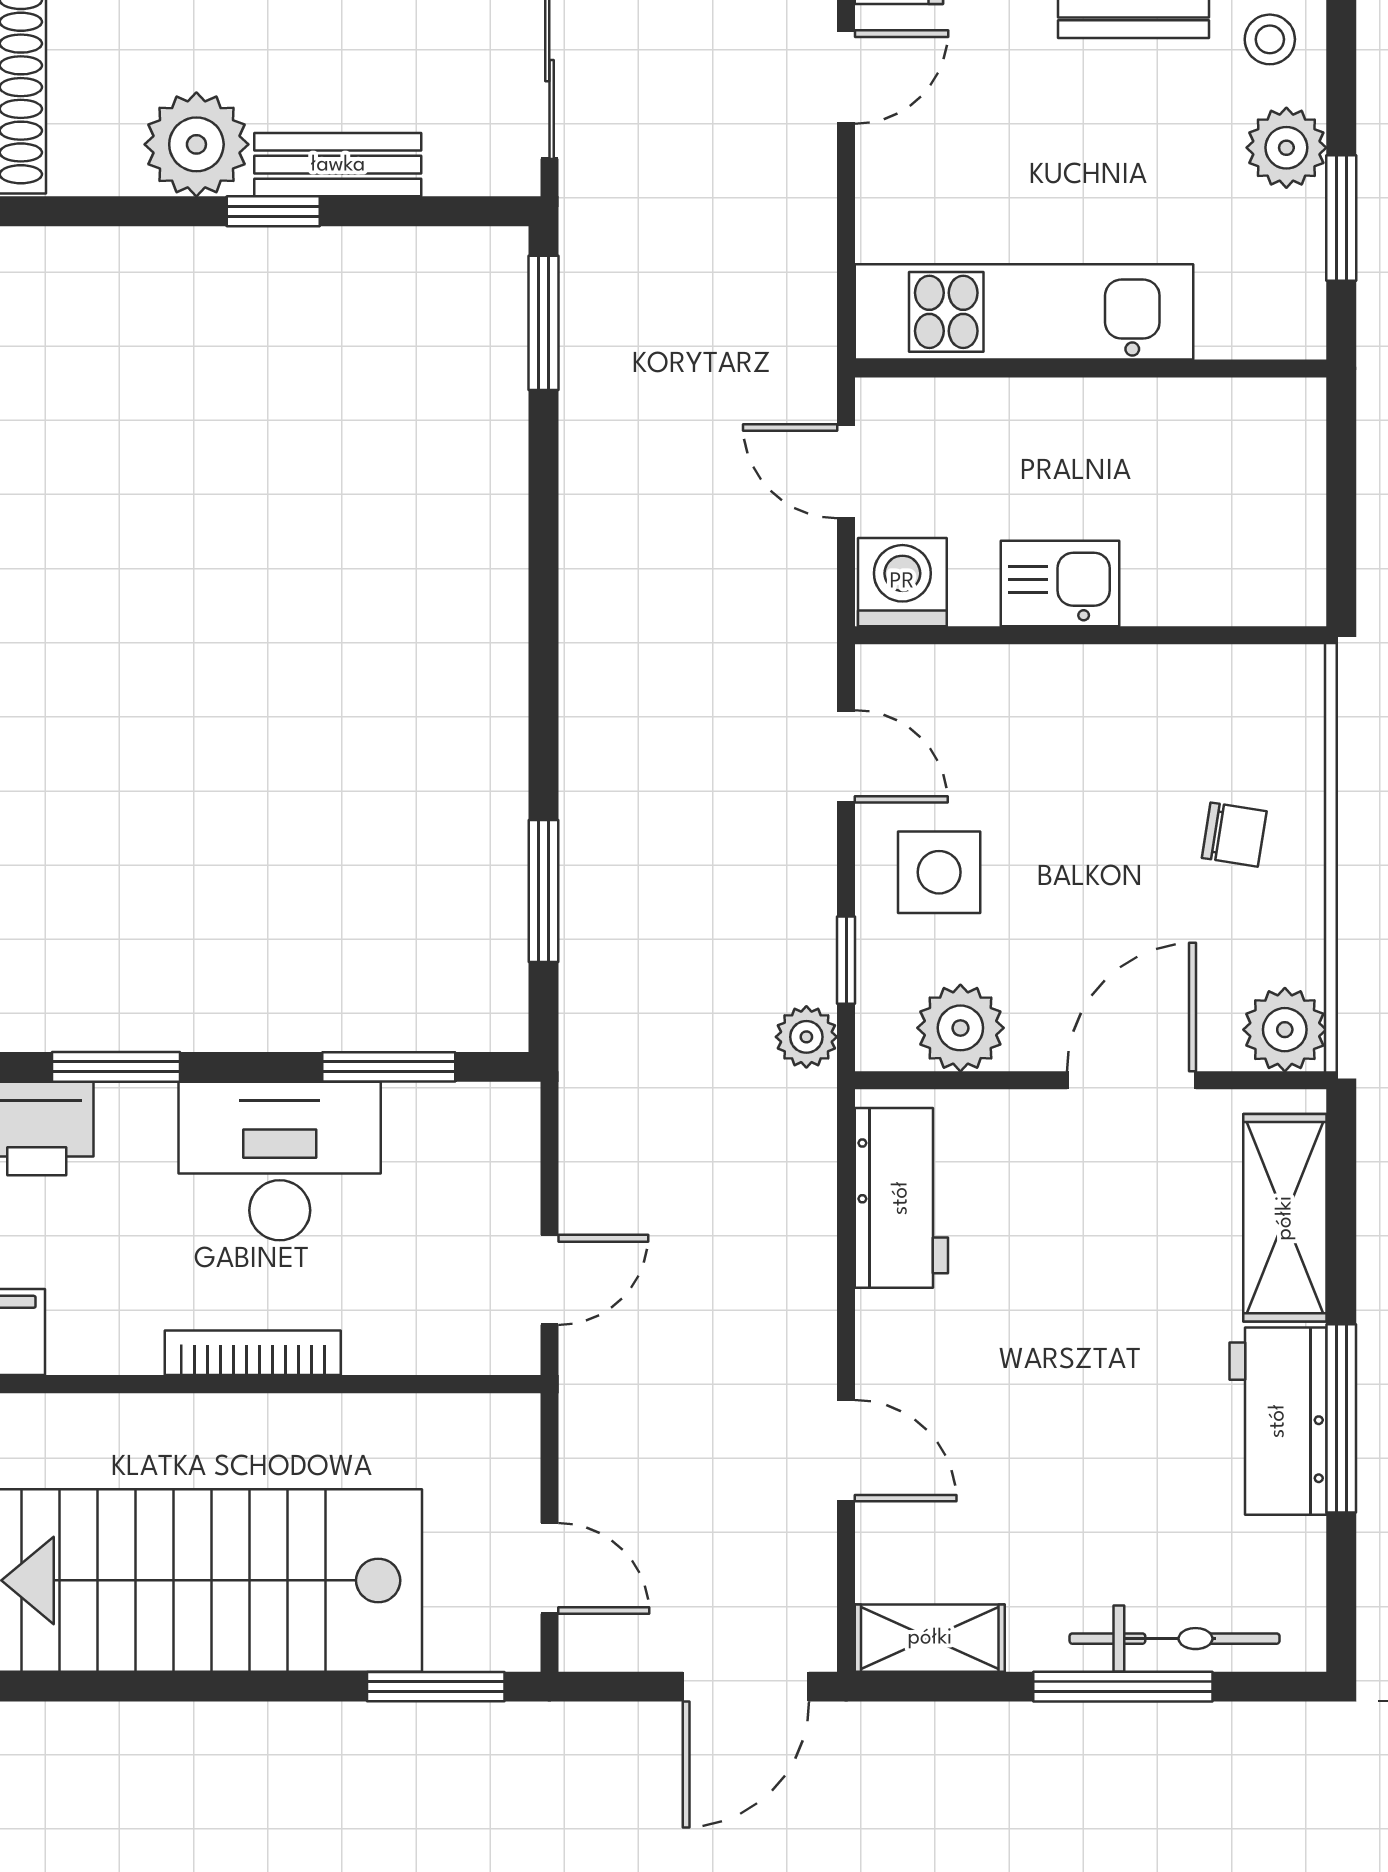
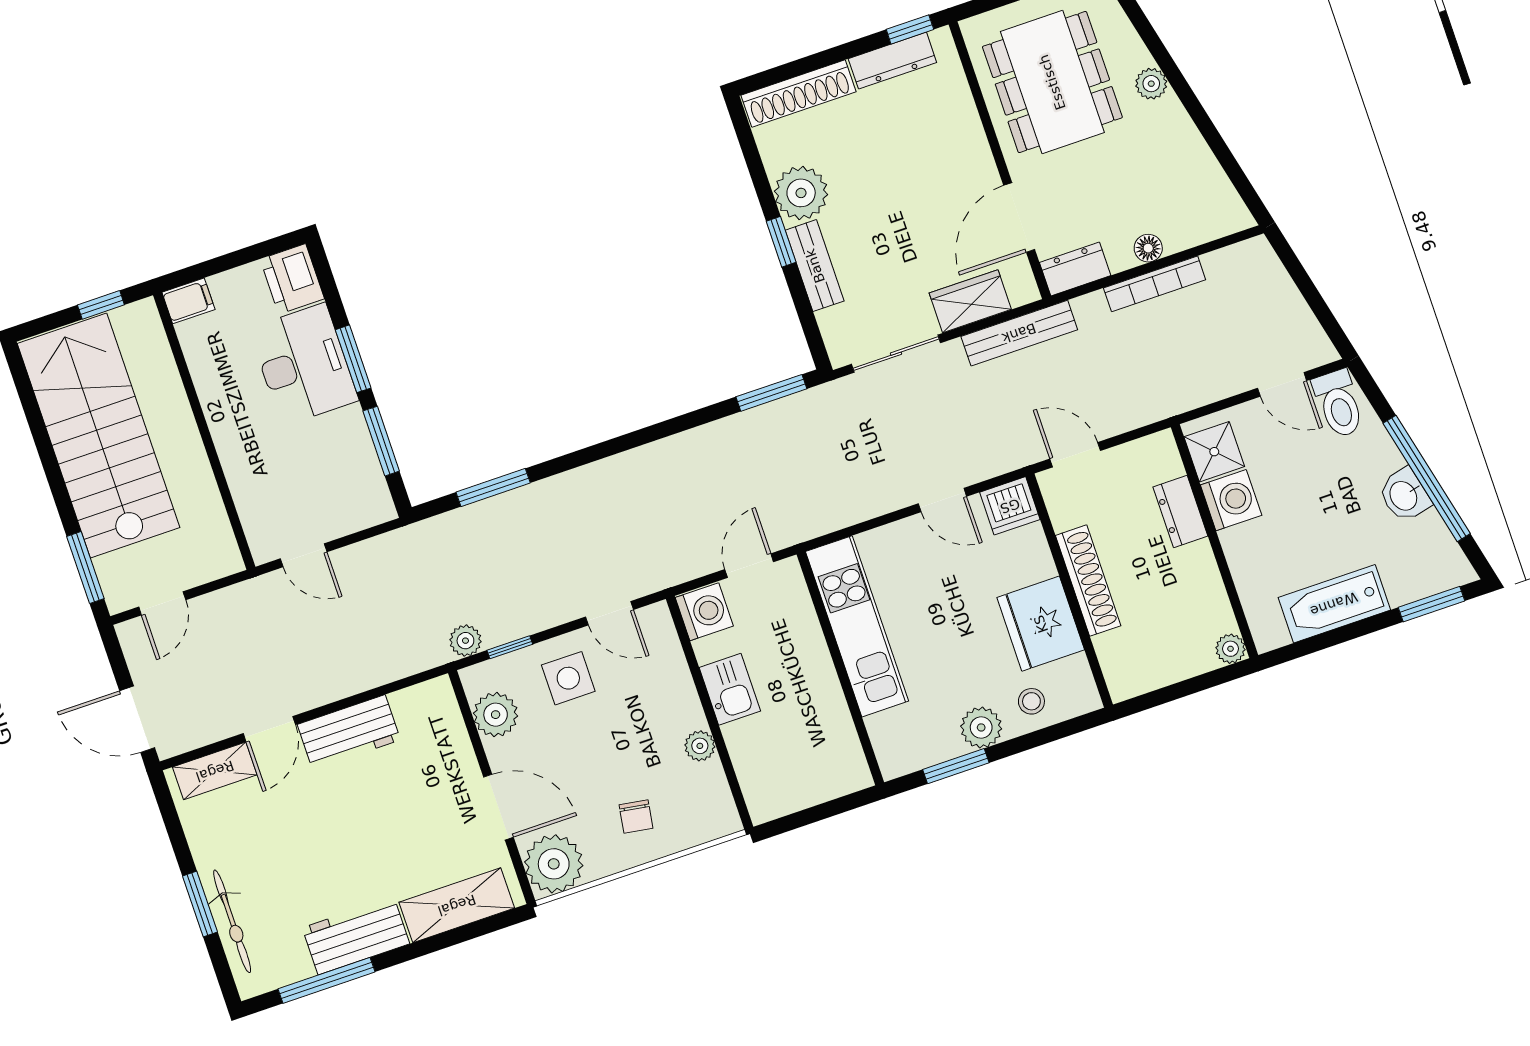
plant: (1145, 674) -> (700, 746), added
door: (846, 756) -> (610, 613), hinge flipped
plant: (1285, 1030) -> (554, 864), width x1.36, depth x1.36
window: (116, 1067) -> (353, 359), moved
desk: (280, 1161) -> (304, 364), moved
workbench: (901, 1198) -> (349, 732), moved
bookcase: (253, 1353) -> (218, 422), removed
window: (1341, 1418) -> (327, 980), moved
shelving: (930, 1638) -> (215, 771), moved, turned 90
window: (1123, 1687) -> (200, 904), width x0.69

